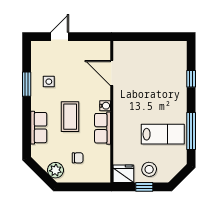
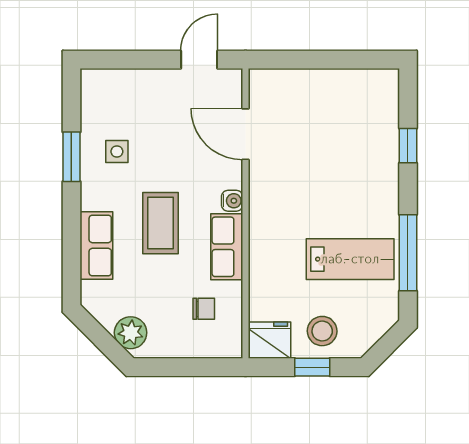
door: (60, 37) -> (199, 60), moved
chair: (78, 158) -> (204, 309), moved

